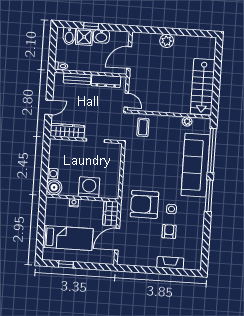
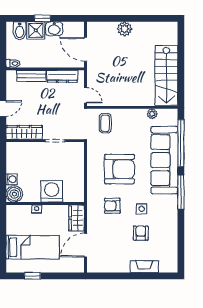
door: (129, 57) -> (85, 49), hinge flipped
armchair: (153, 171) -> (120, 169), added
armchair: (144, 204) -> (112, 206), width x0.53, depth x0.53

